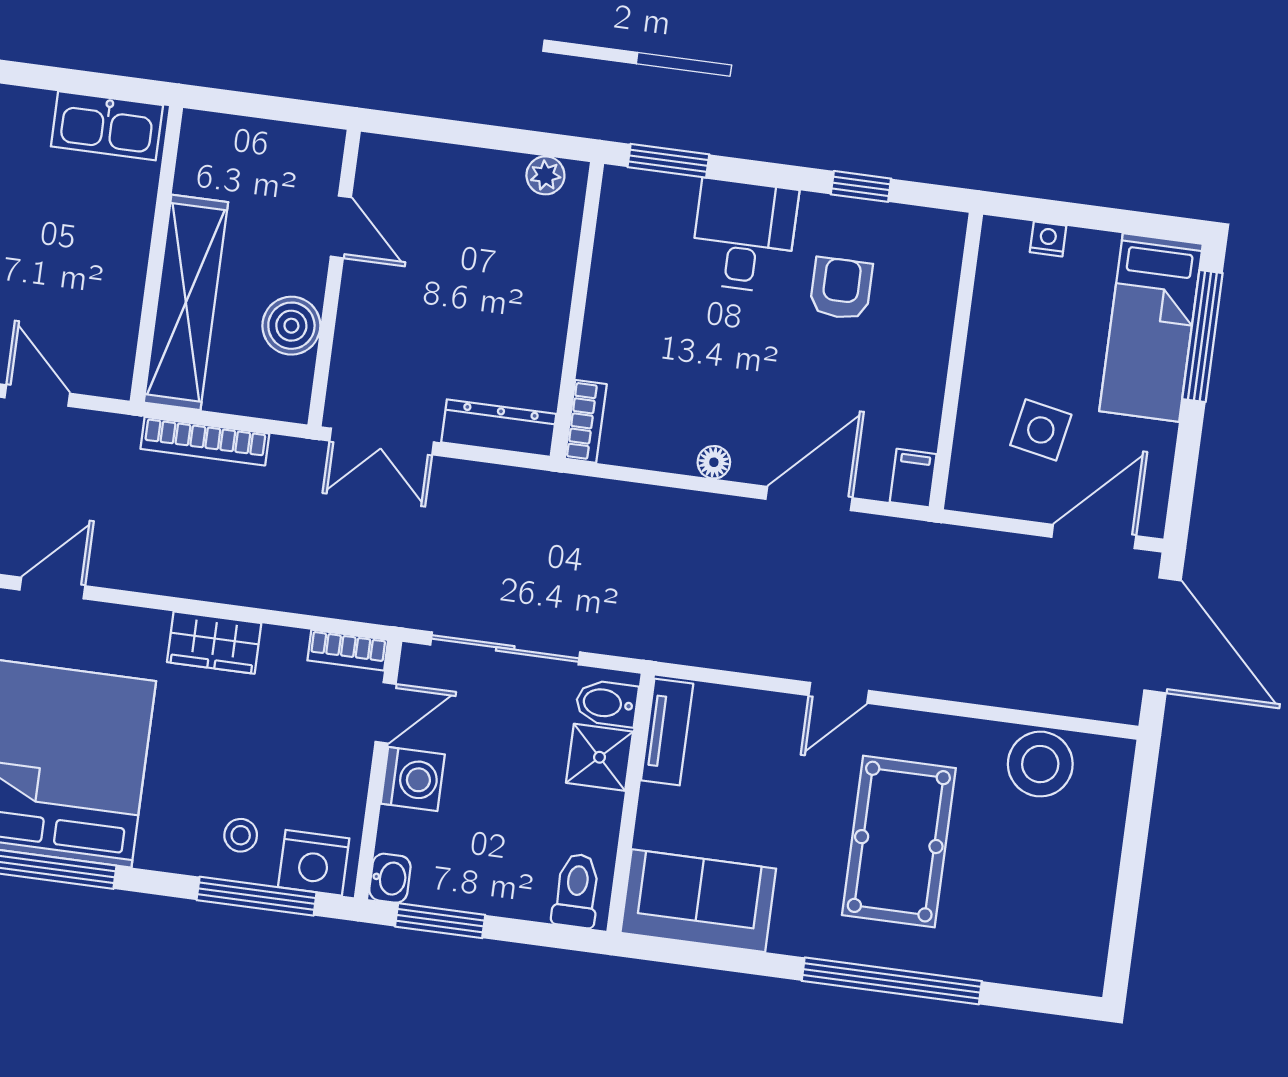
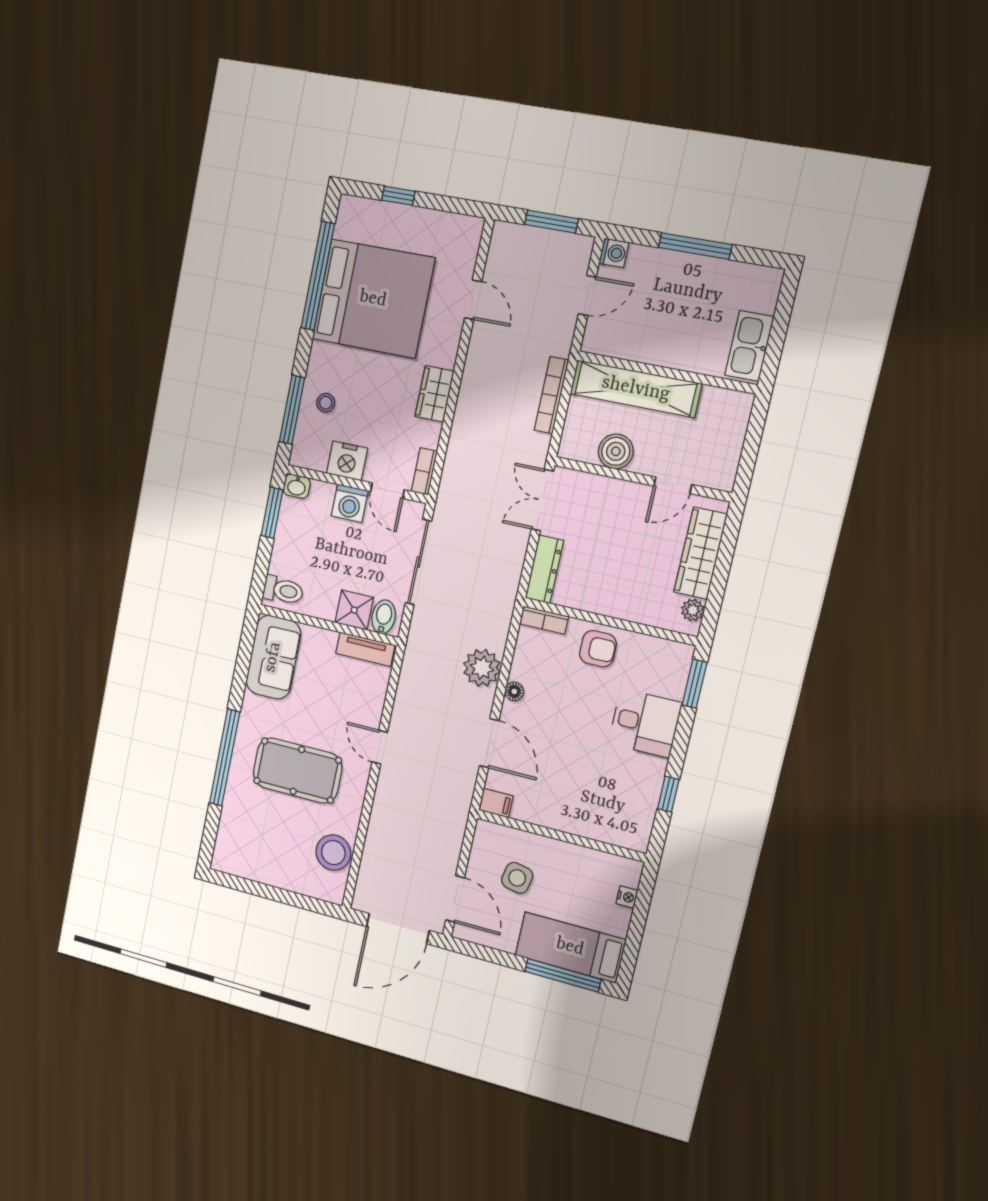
wardrobe: (450, 172) -> (700, 553), added
armchair: (841, 288) -> (598, 649), moved
plant: (679, 522) -> (482, 668), added
nightstand: (314, 863) -> (347, 461), moved, turned -90

